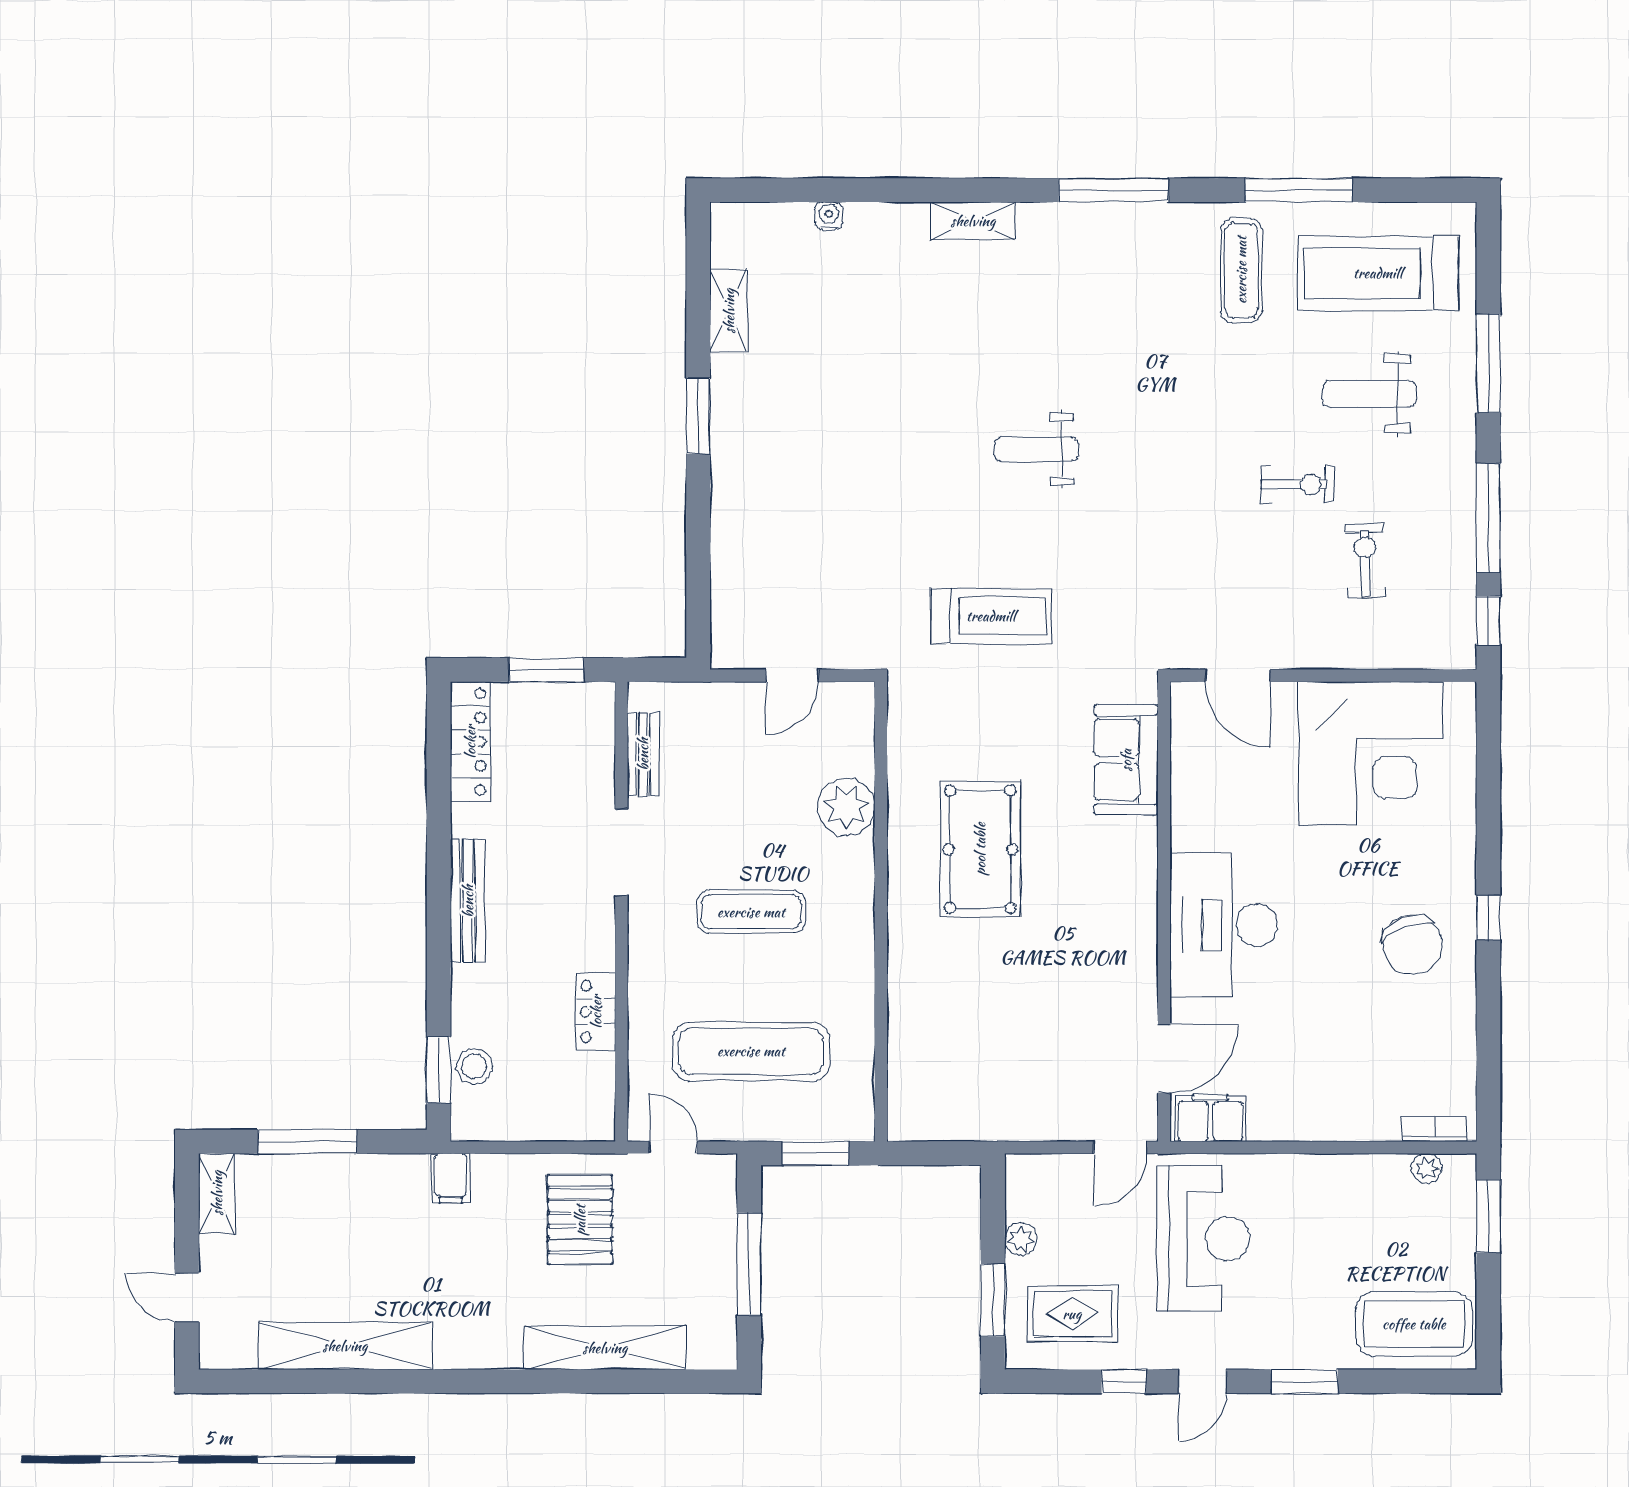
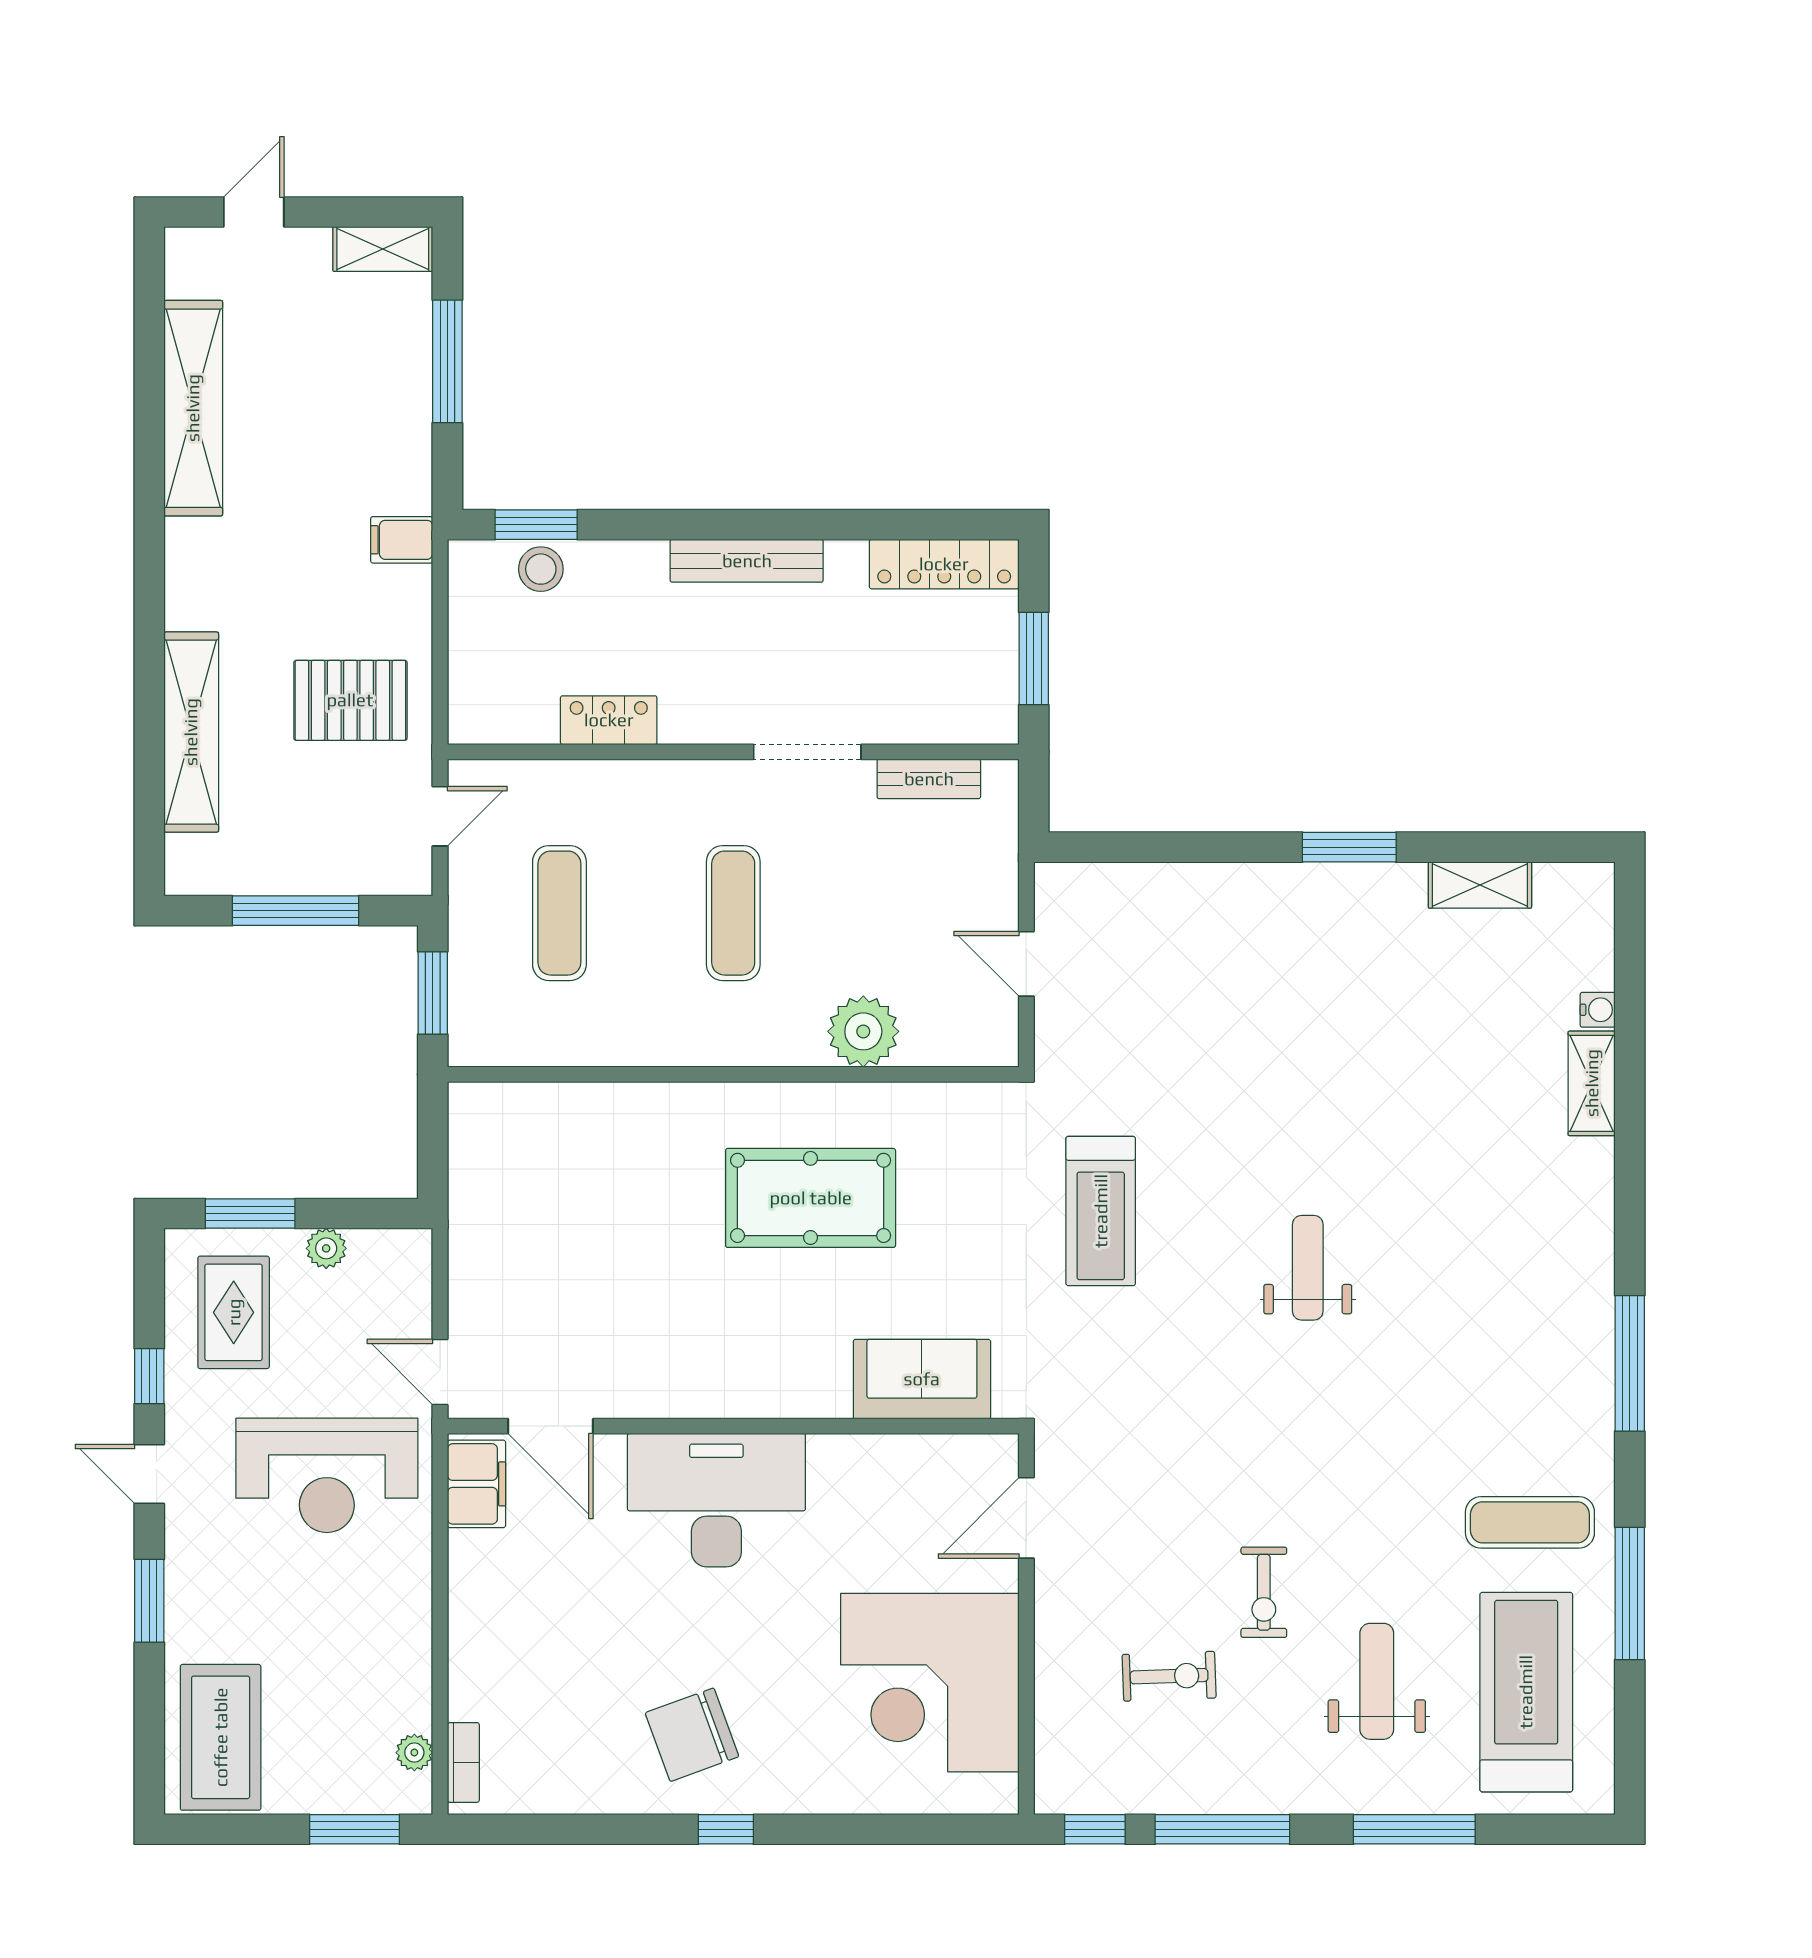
shelving: (973, 221) -> (1592, 1083), moved
exercise mat: (751, 1051) -> (559, 913), width x0.73, depth x0.69

